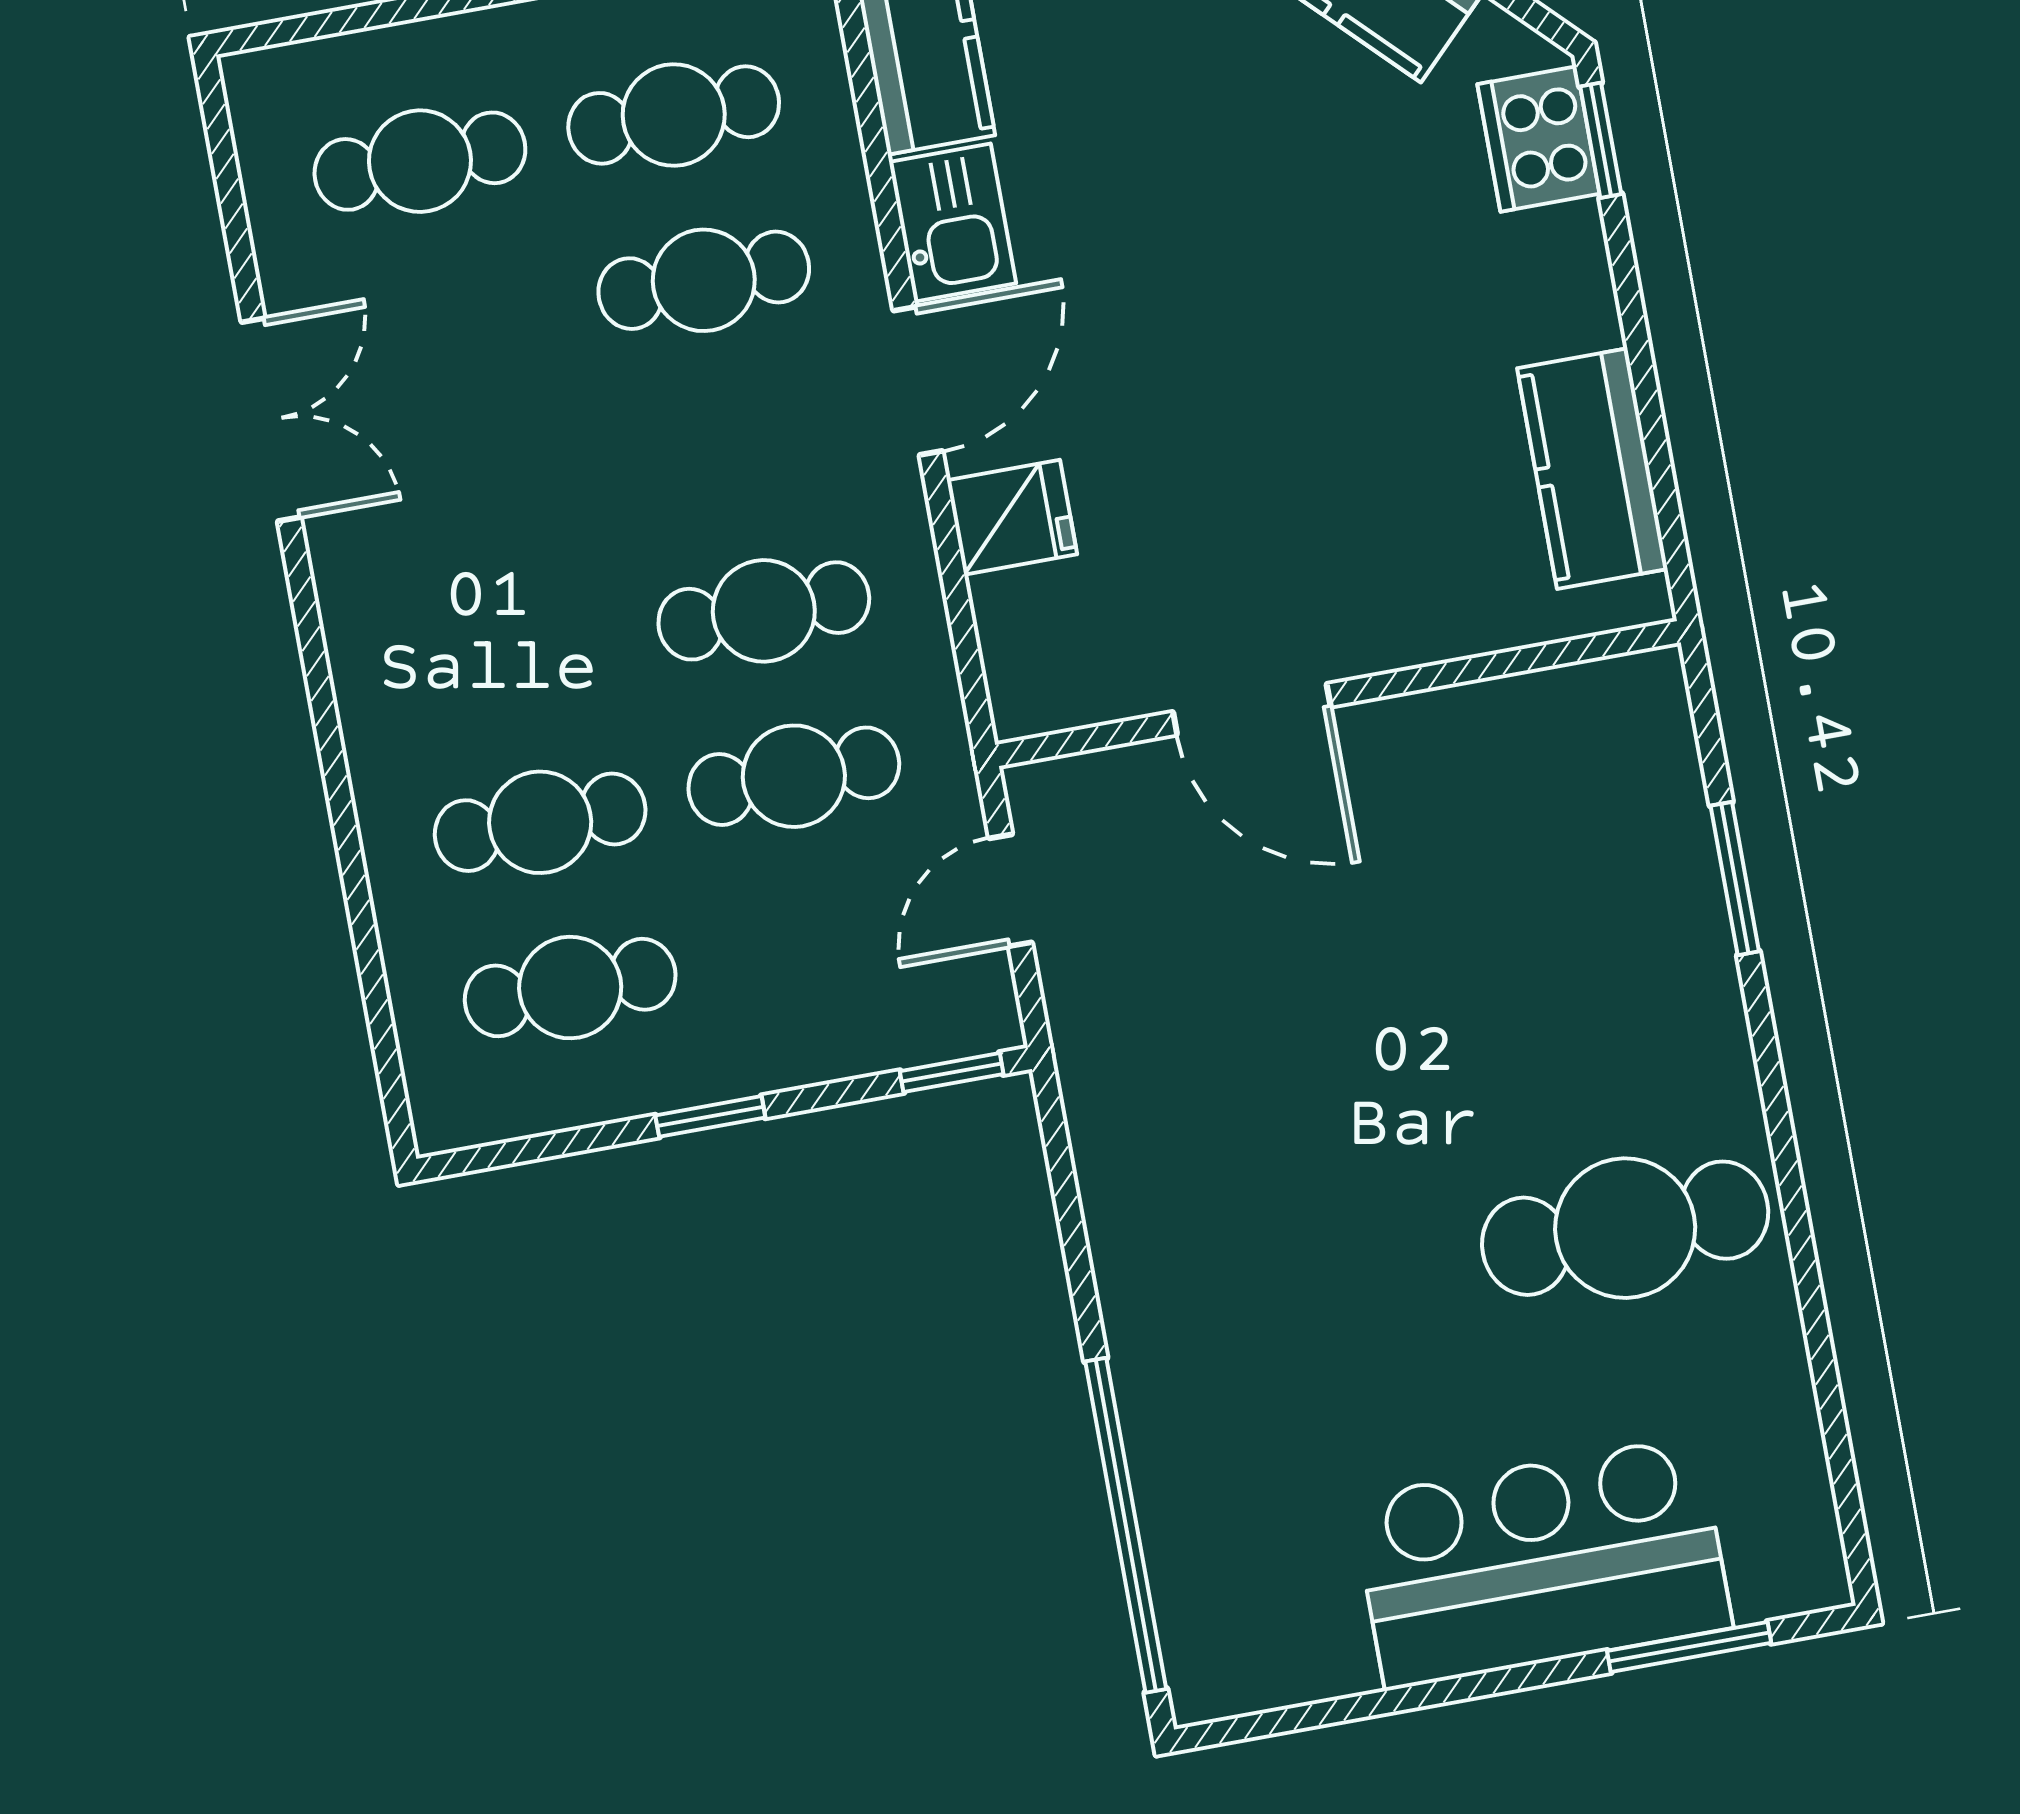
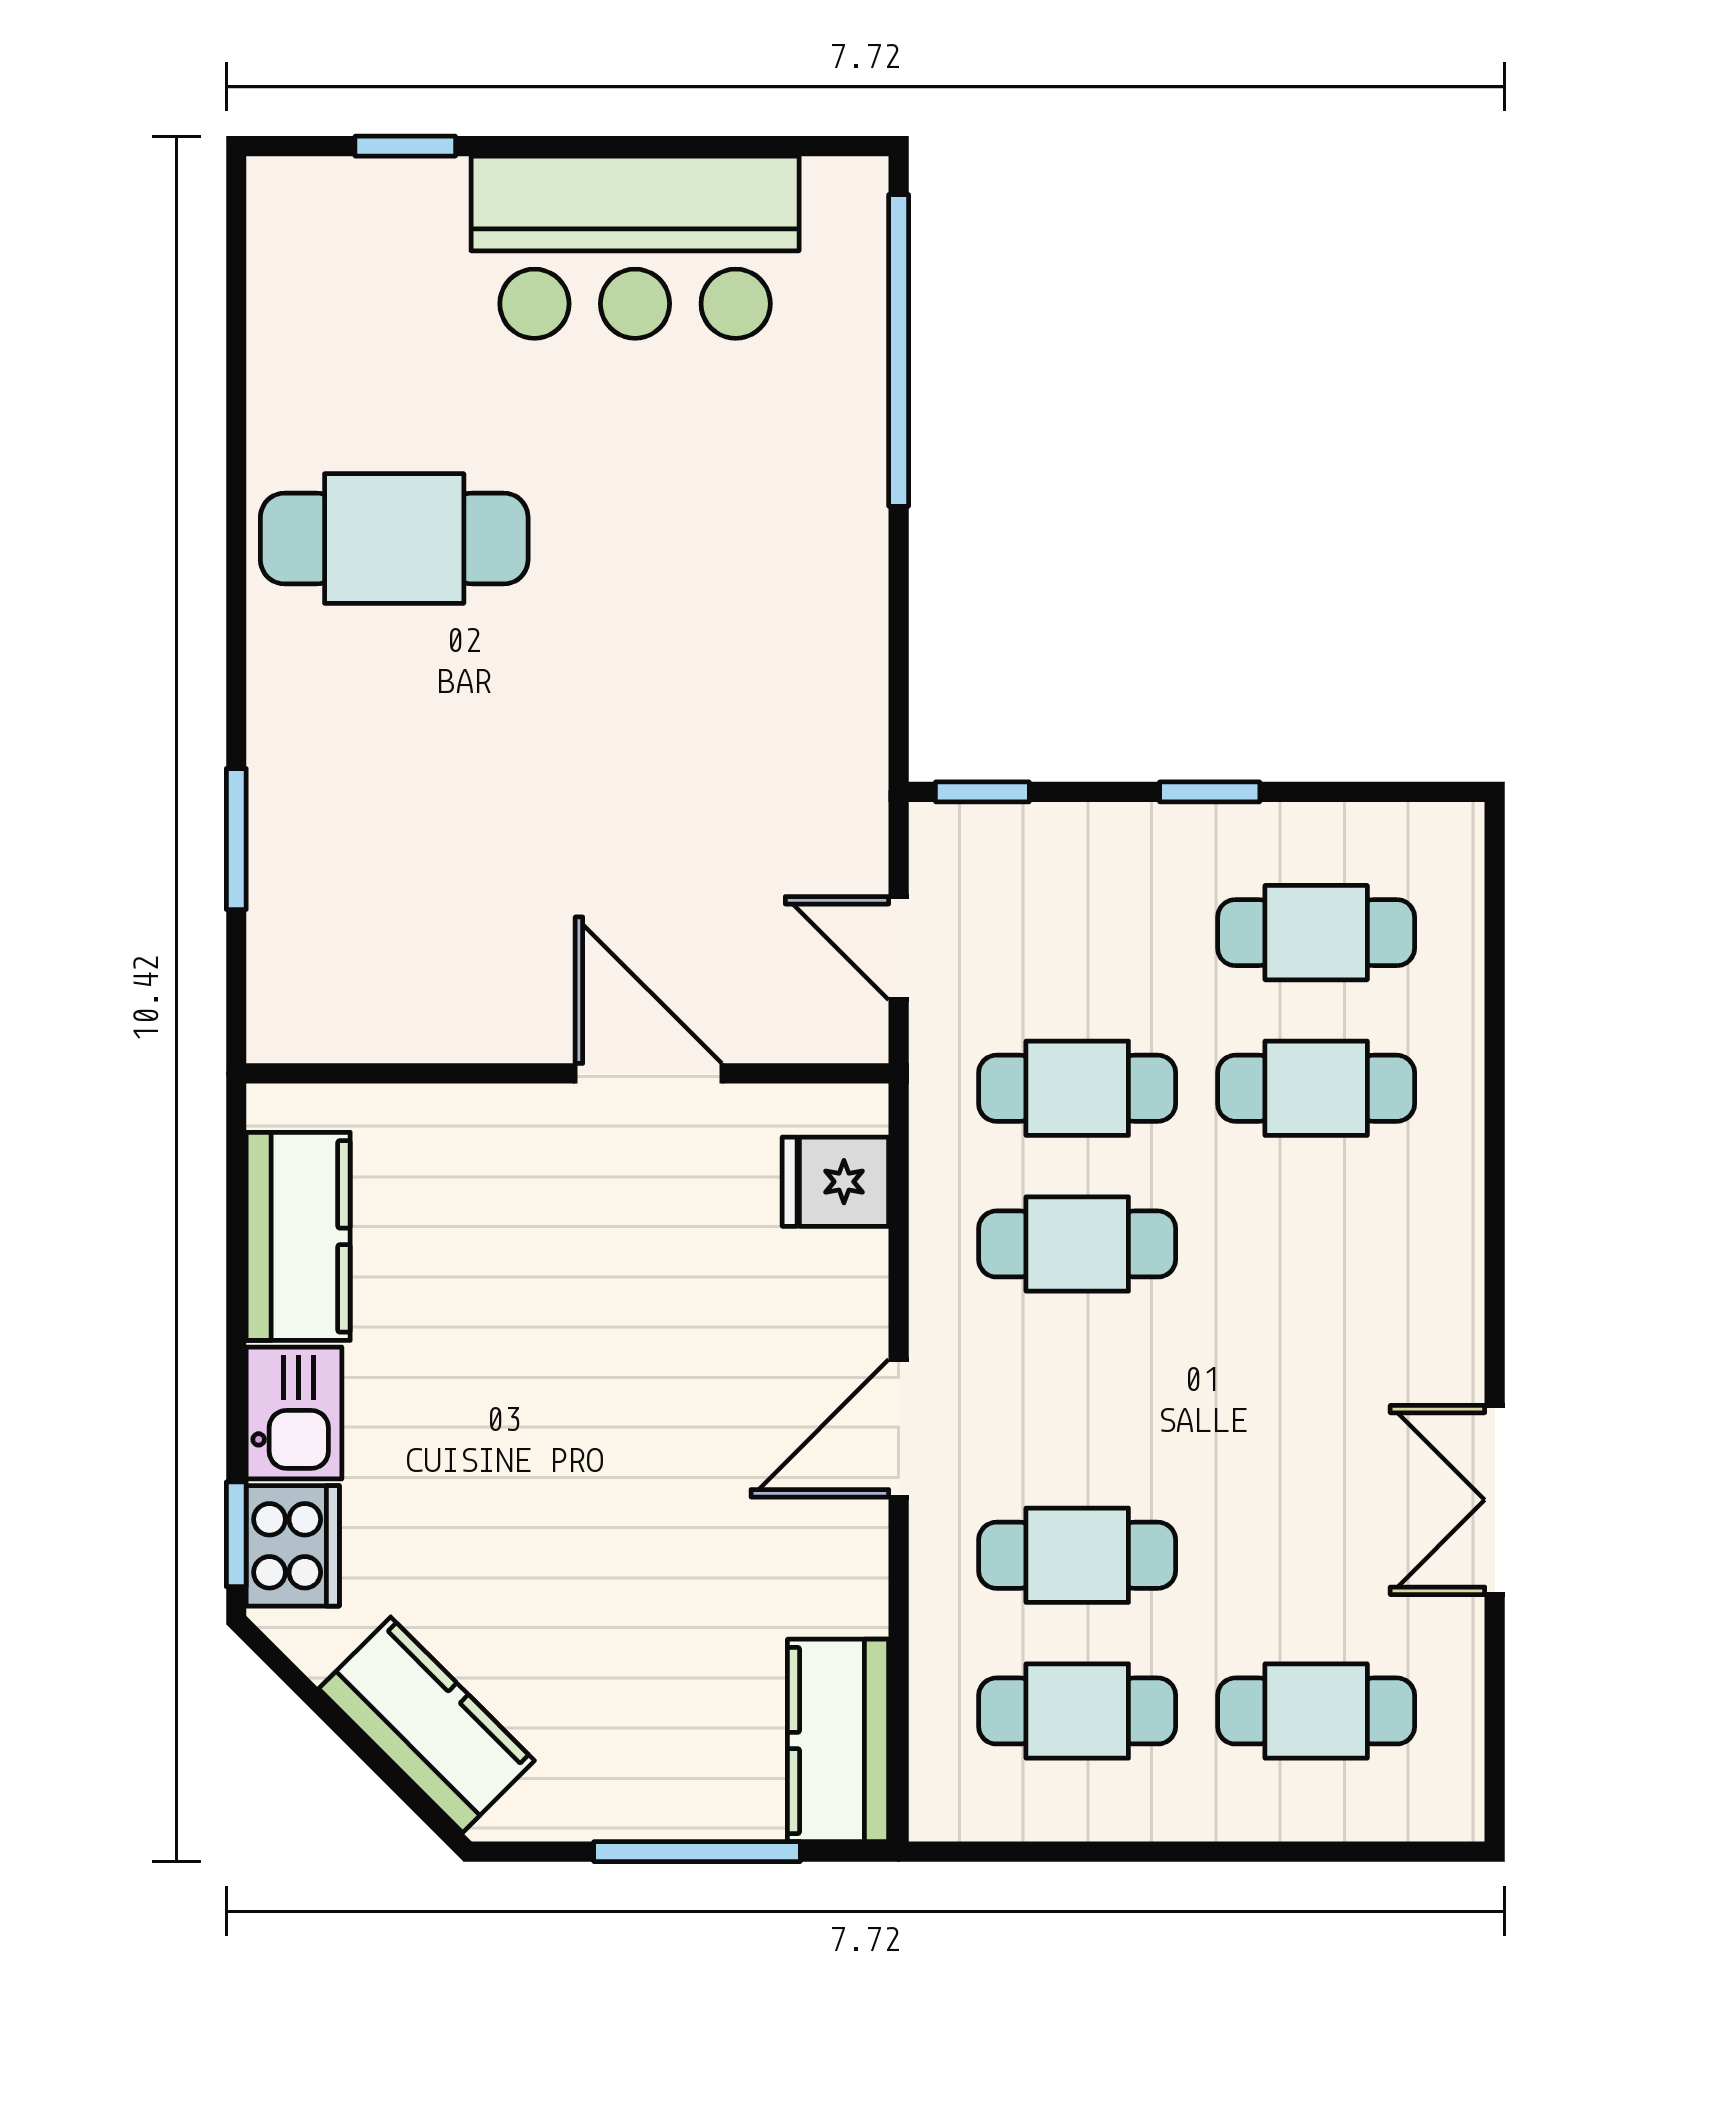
kitchen sink: (953, 223) -> (294, 1413), moved, turned 180
fridge: (1012, 517) -> (835, 1182), moved
door: (1010, 890) -> (899, 948), swing flipped
bar counter: (1542, 1563) -> (635, 247), moved
window: (1689, 1647) -> (405, 146), width x0.67

